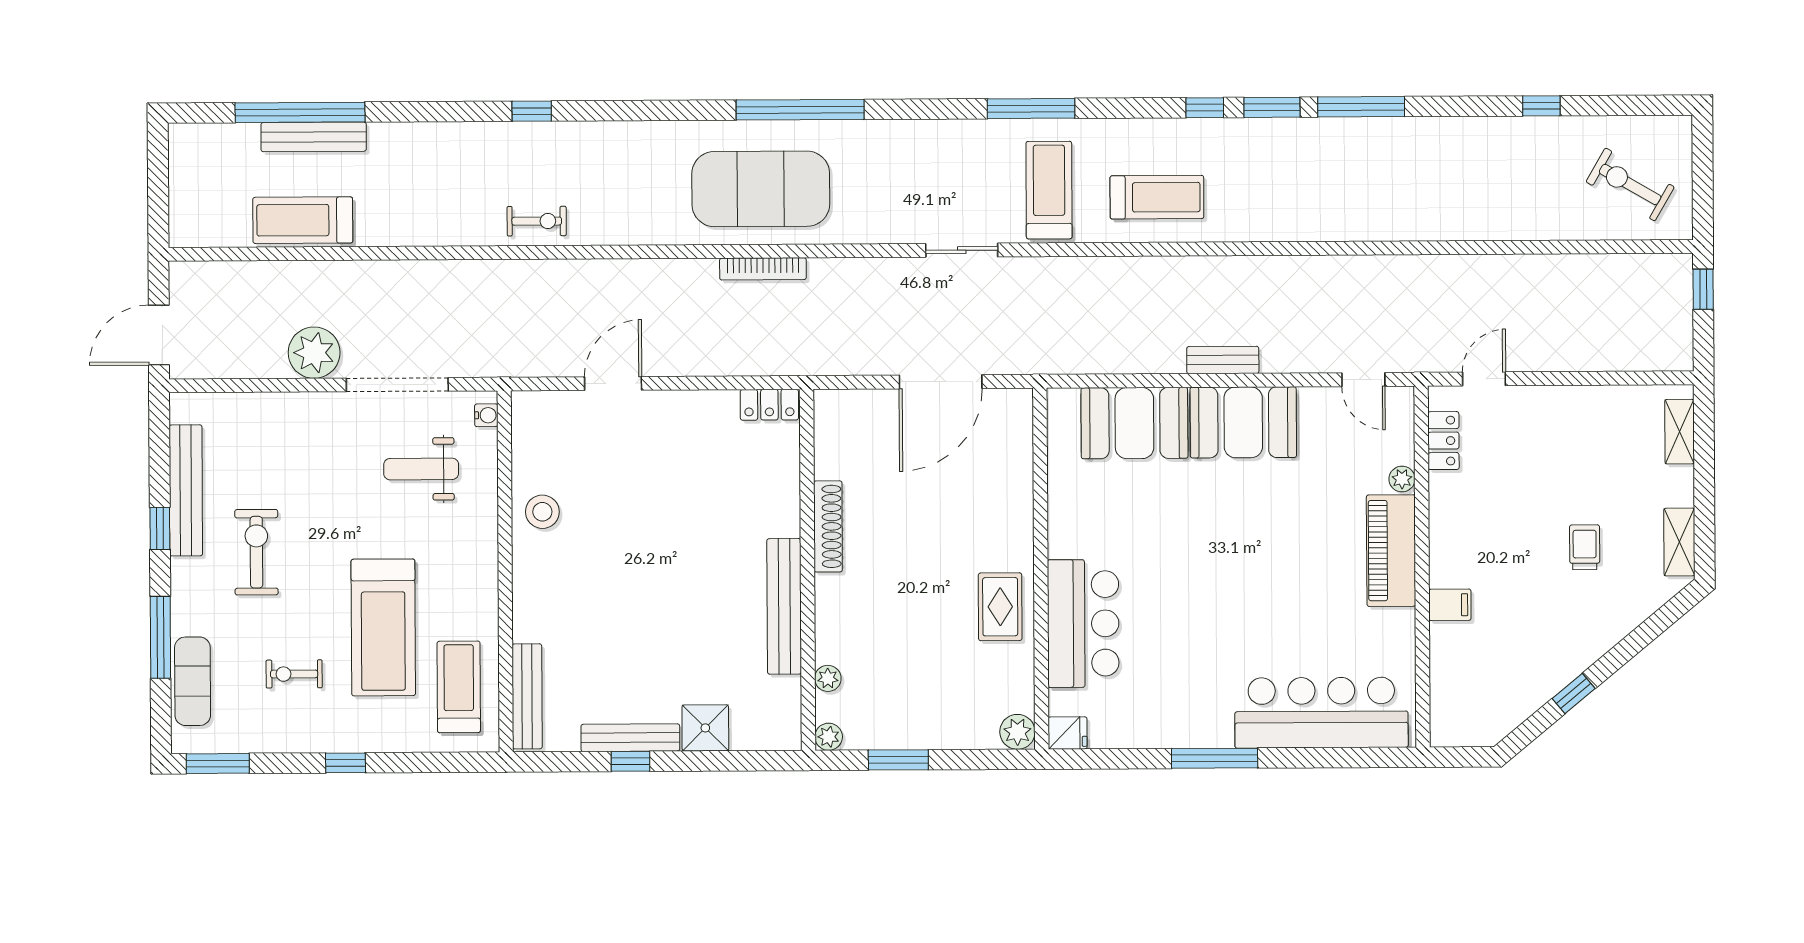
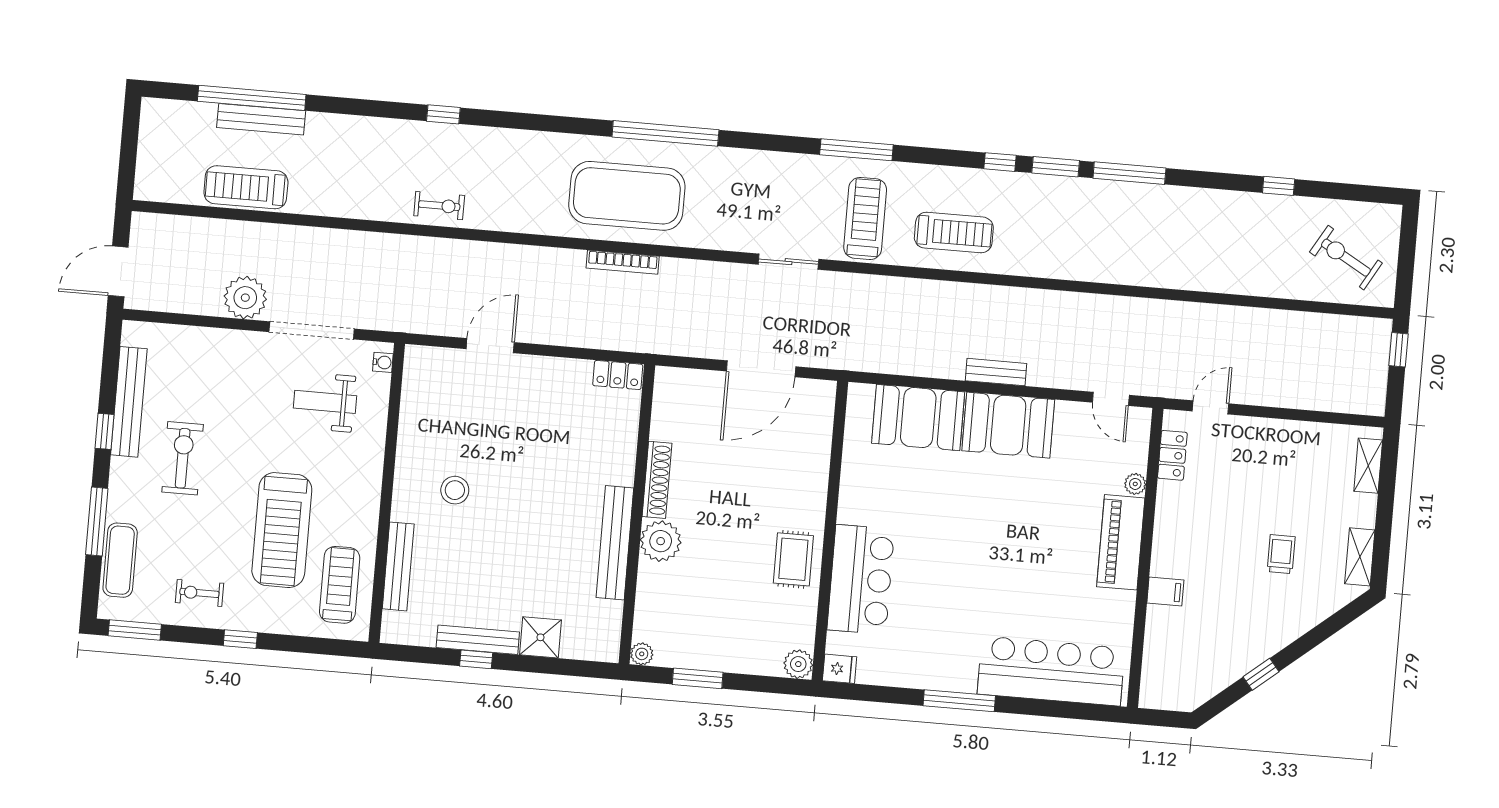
stool: (542, 512) -> (455, 490), moved
exercise bike: (294, 674) -> (199, 593), moved
plant: (828, 678) -> (661, 541), moved, width x1.88, depth x1.88
bench: (527, 696) -> (398, 566), moved

